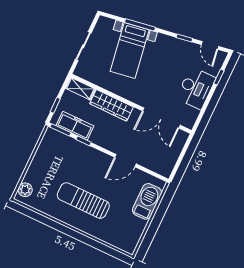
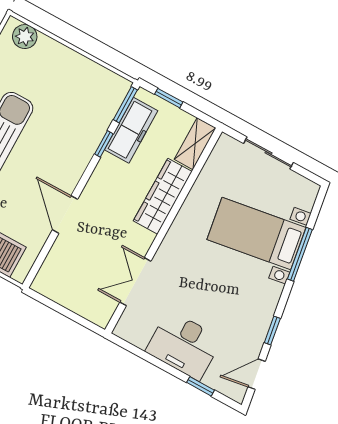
double door: (161, 118) -> (135, 282), width x0.73

